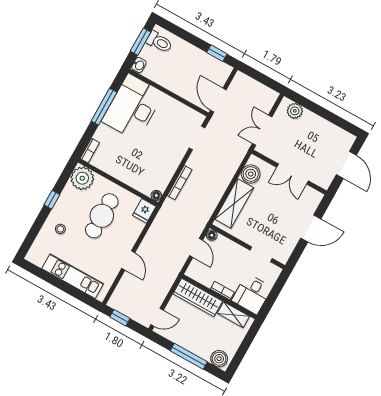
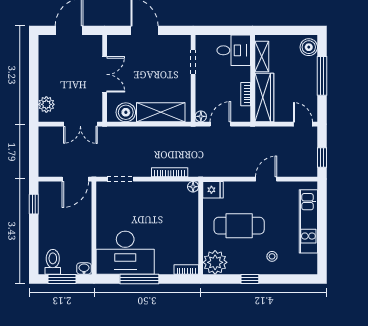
bookcase: (222, 291) -> (246, 94), moved

